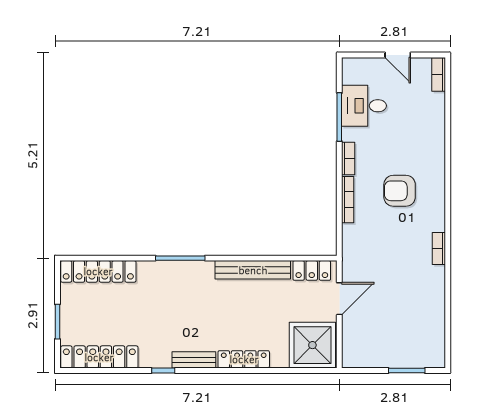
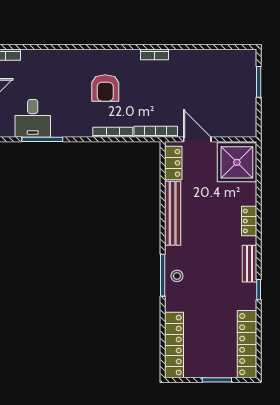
bookcase: (348, 158) -> (156, 132), moved, width x1.56
stool: (179, 275) -> (177, 276), added
locker: (244, 359) -> (249, 221), width x0.66

